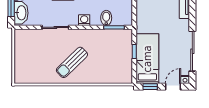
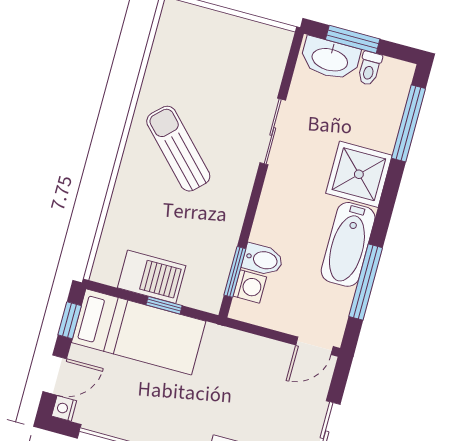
washing machine: (84, 20) -> (250, 286), moved
barbecue: (125, 59) -> (152, 277), added
door: (173, 87) -> (55, 375), hinge flipped

